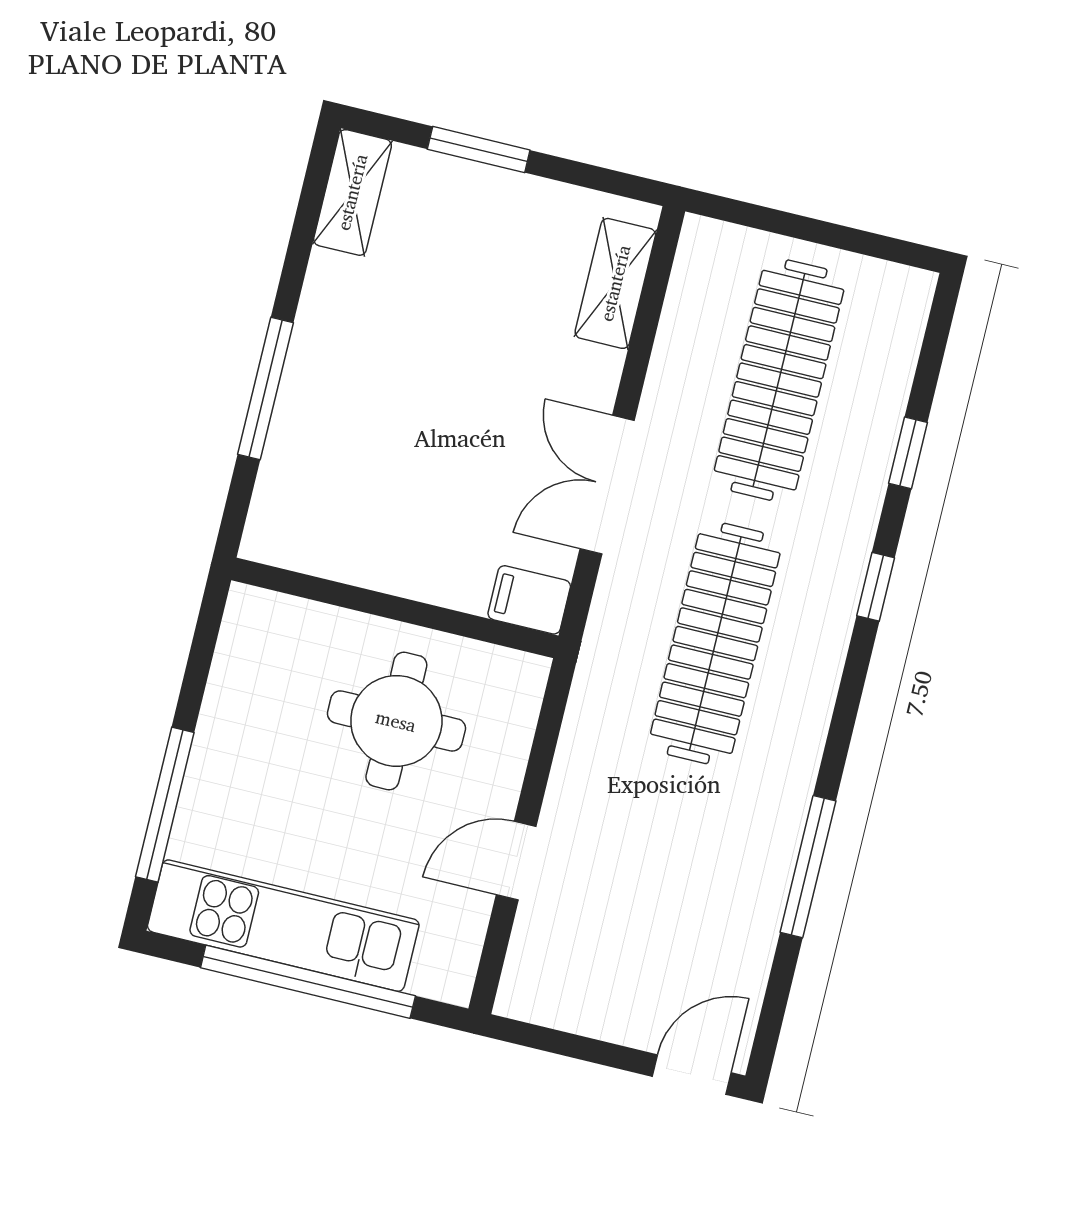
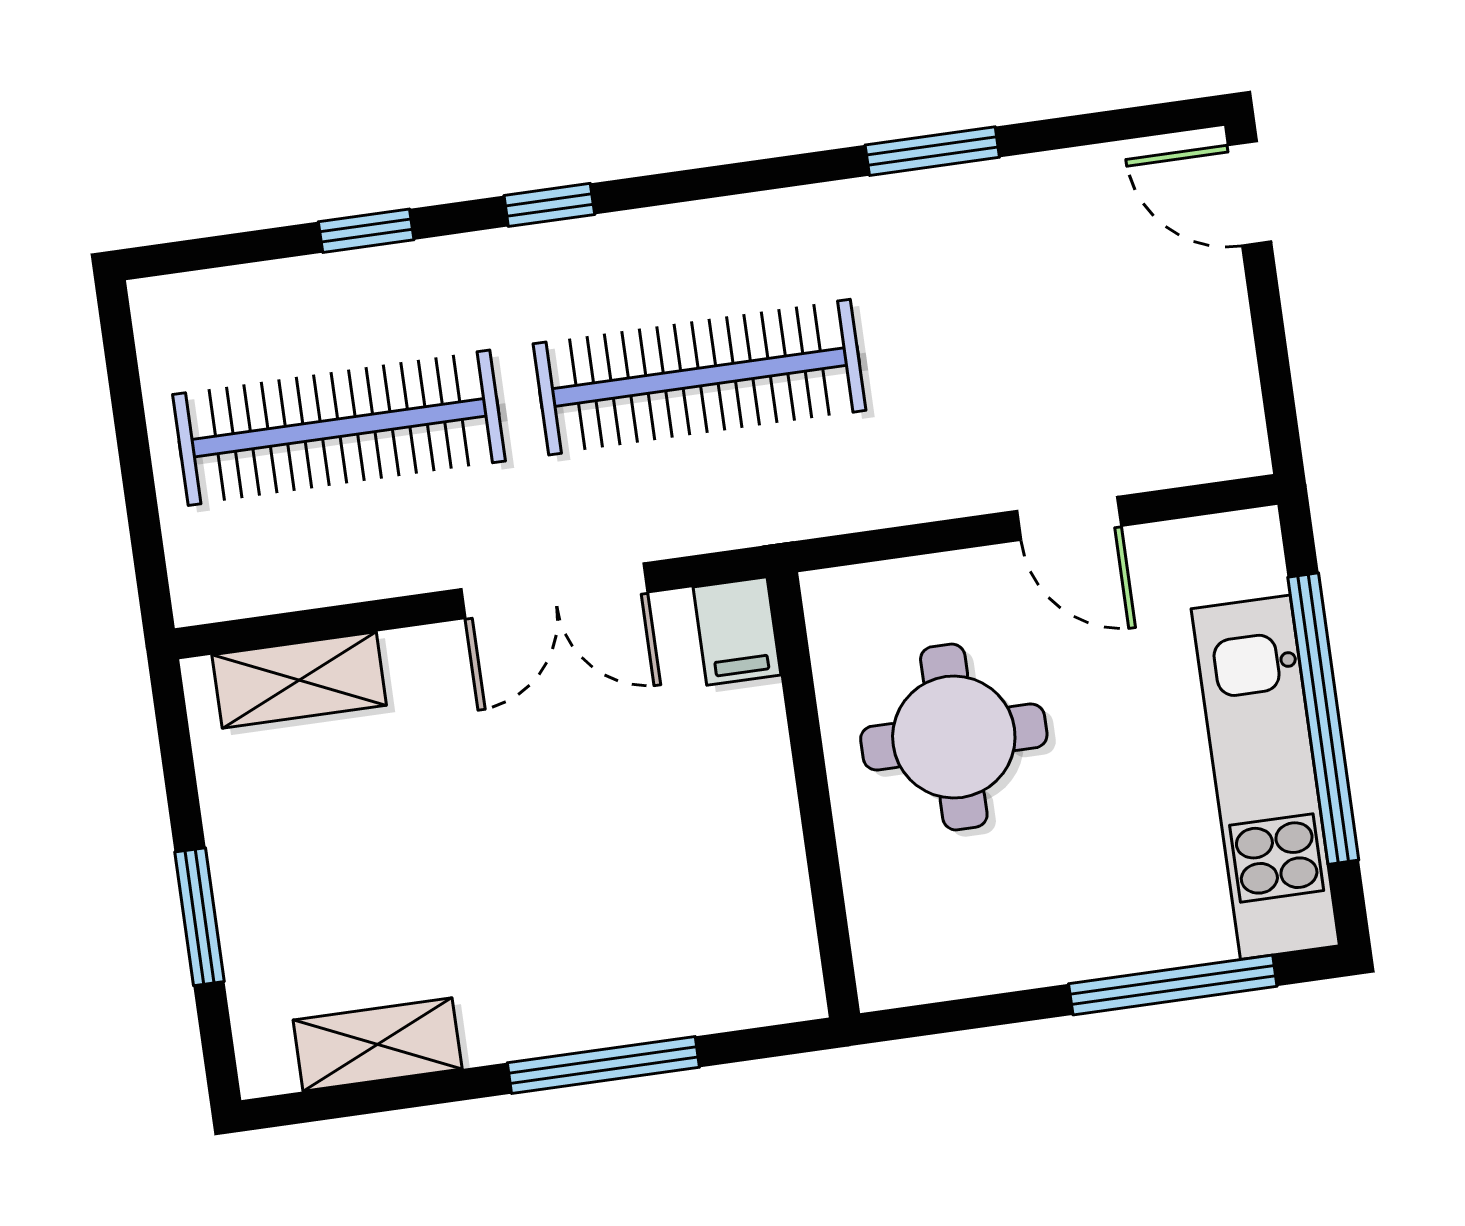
shelving: (352, 192) -> (378, 1044), moved
window: (808, 867) -> (932, 151), width x0.69

